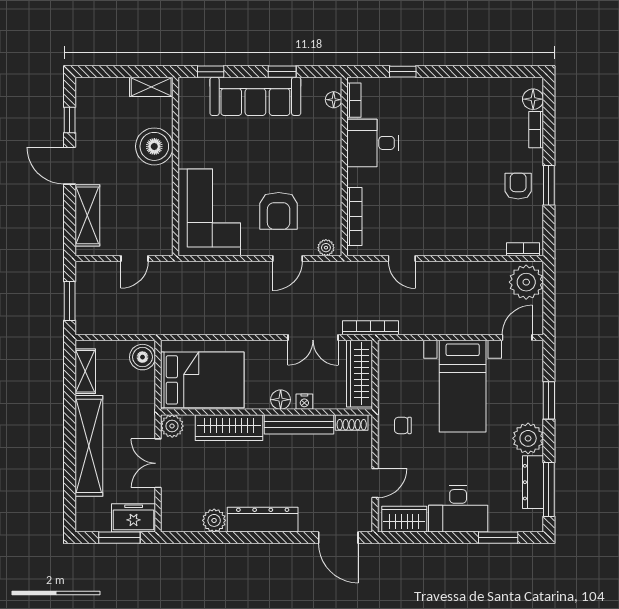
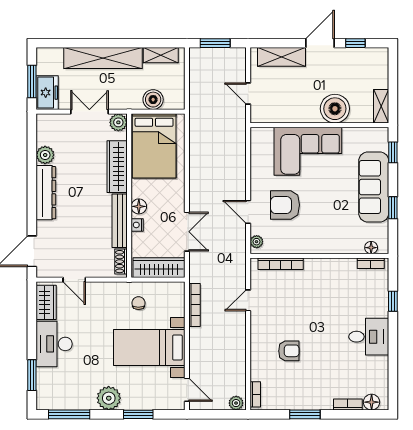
desk: (373, 143) -> (369, 337), moved, turned 90
armchair: (518, 186) -> (289, 351), moved
corner sofa: (209, 212) -> (308, 151), moved
plant: (526, 282) -> (236, 403), width x0.53, depth x0.53
bookcase: (371, 328) -> (195, 305), moved
double door: (313, 337) -> (187, 232), swing flipped
boiler: (142, 357) -> (153, 100), moved
chair: (403, 425) -> (138, 303), moved
dresser: (533, 482) -> (75, 402), removed

